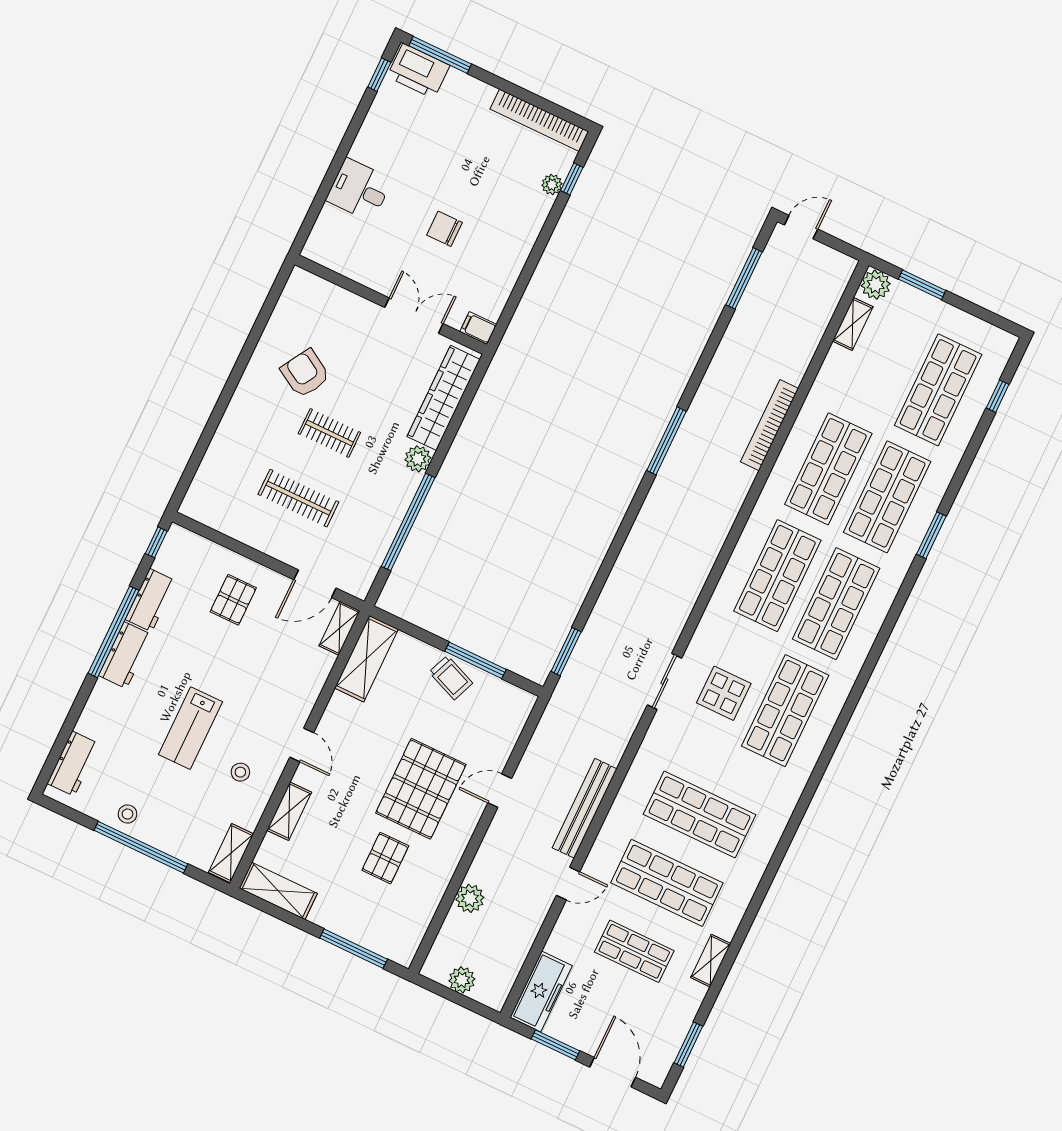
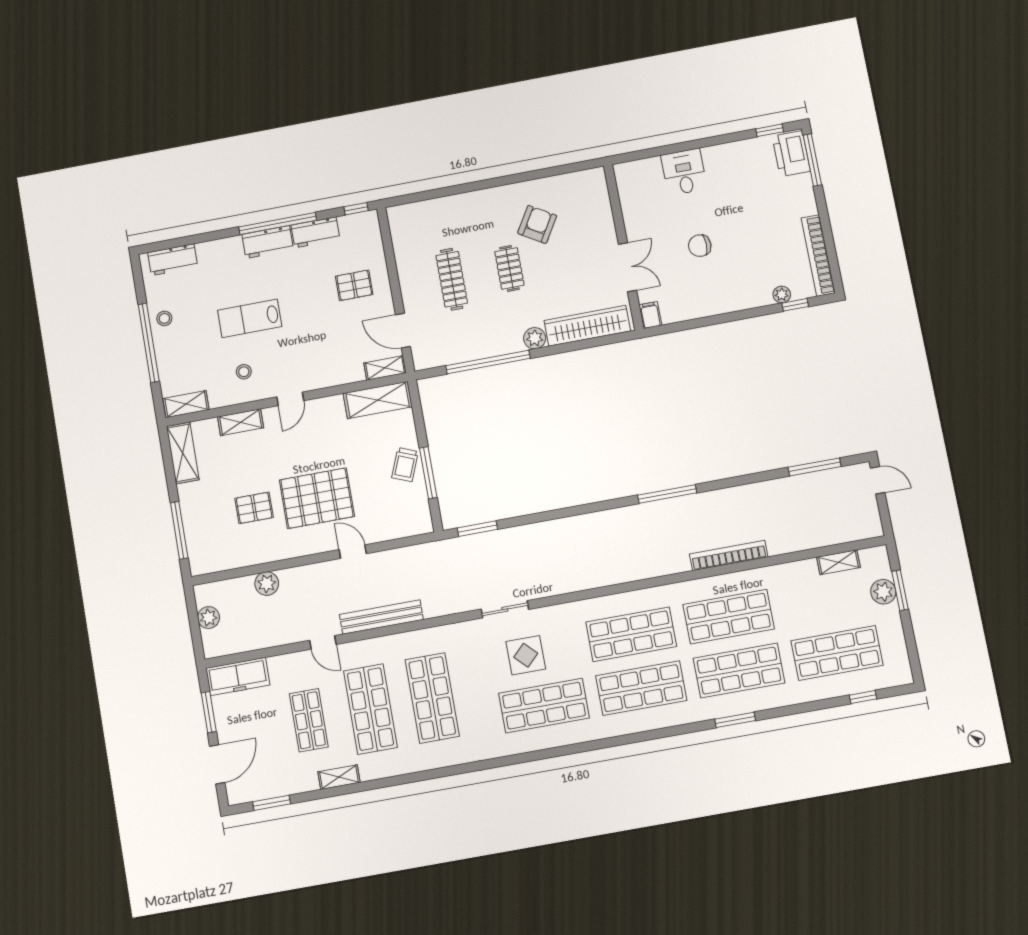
chair: (444, 229) -> (700, 246), turned -90
plant: (876, 285) -> (883, 592), moved

